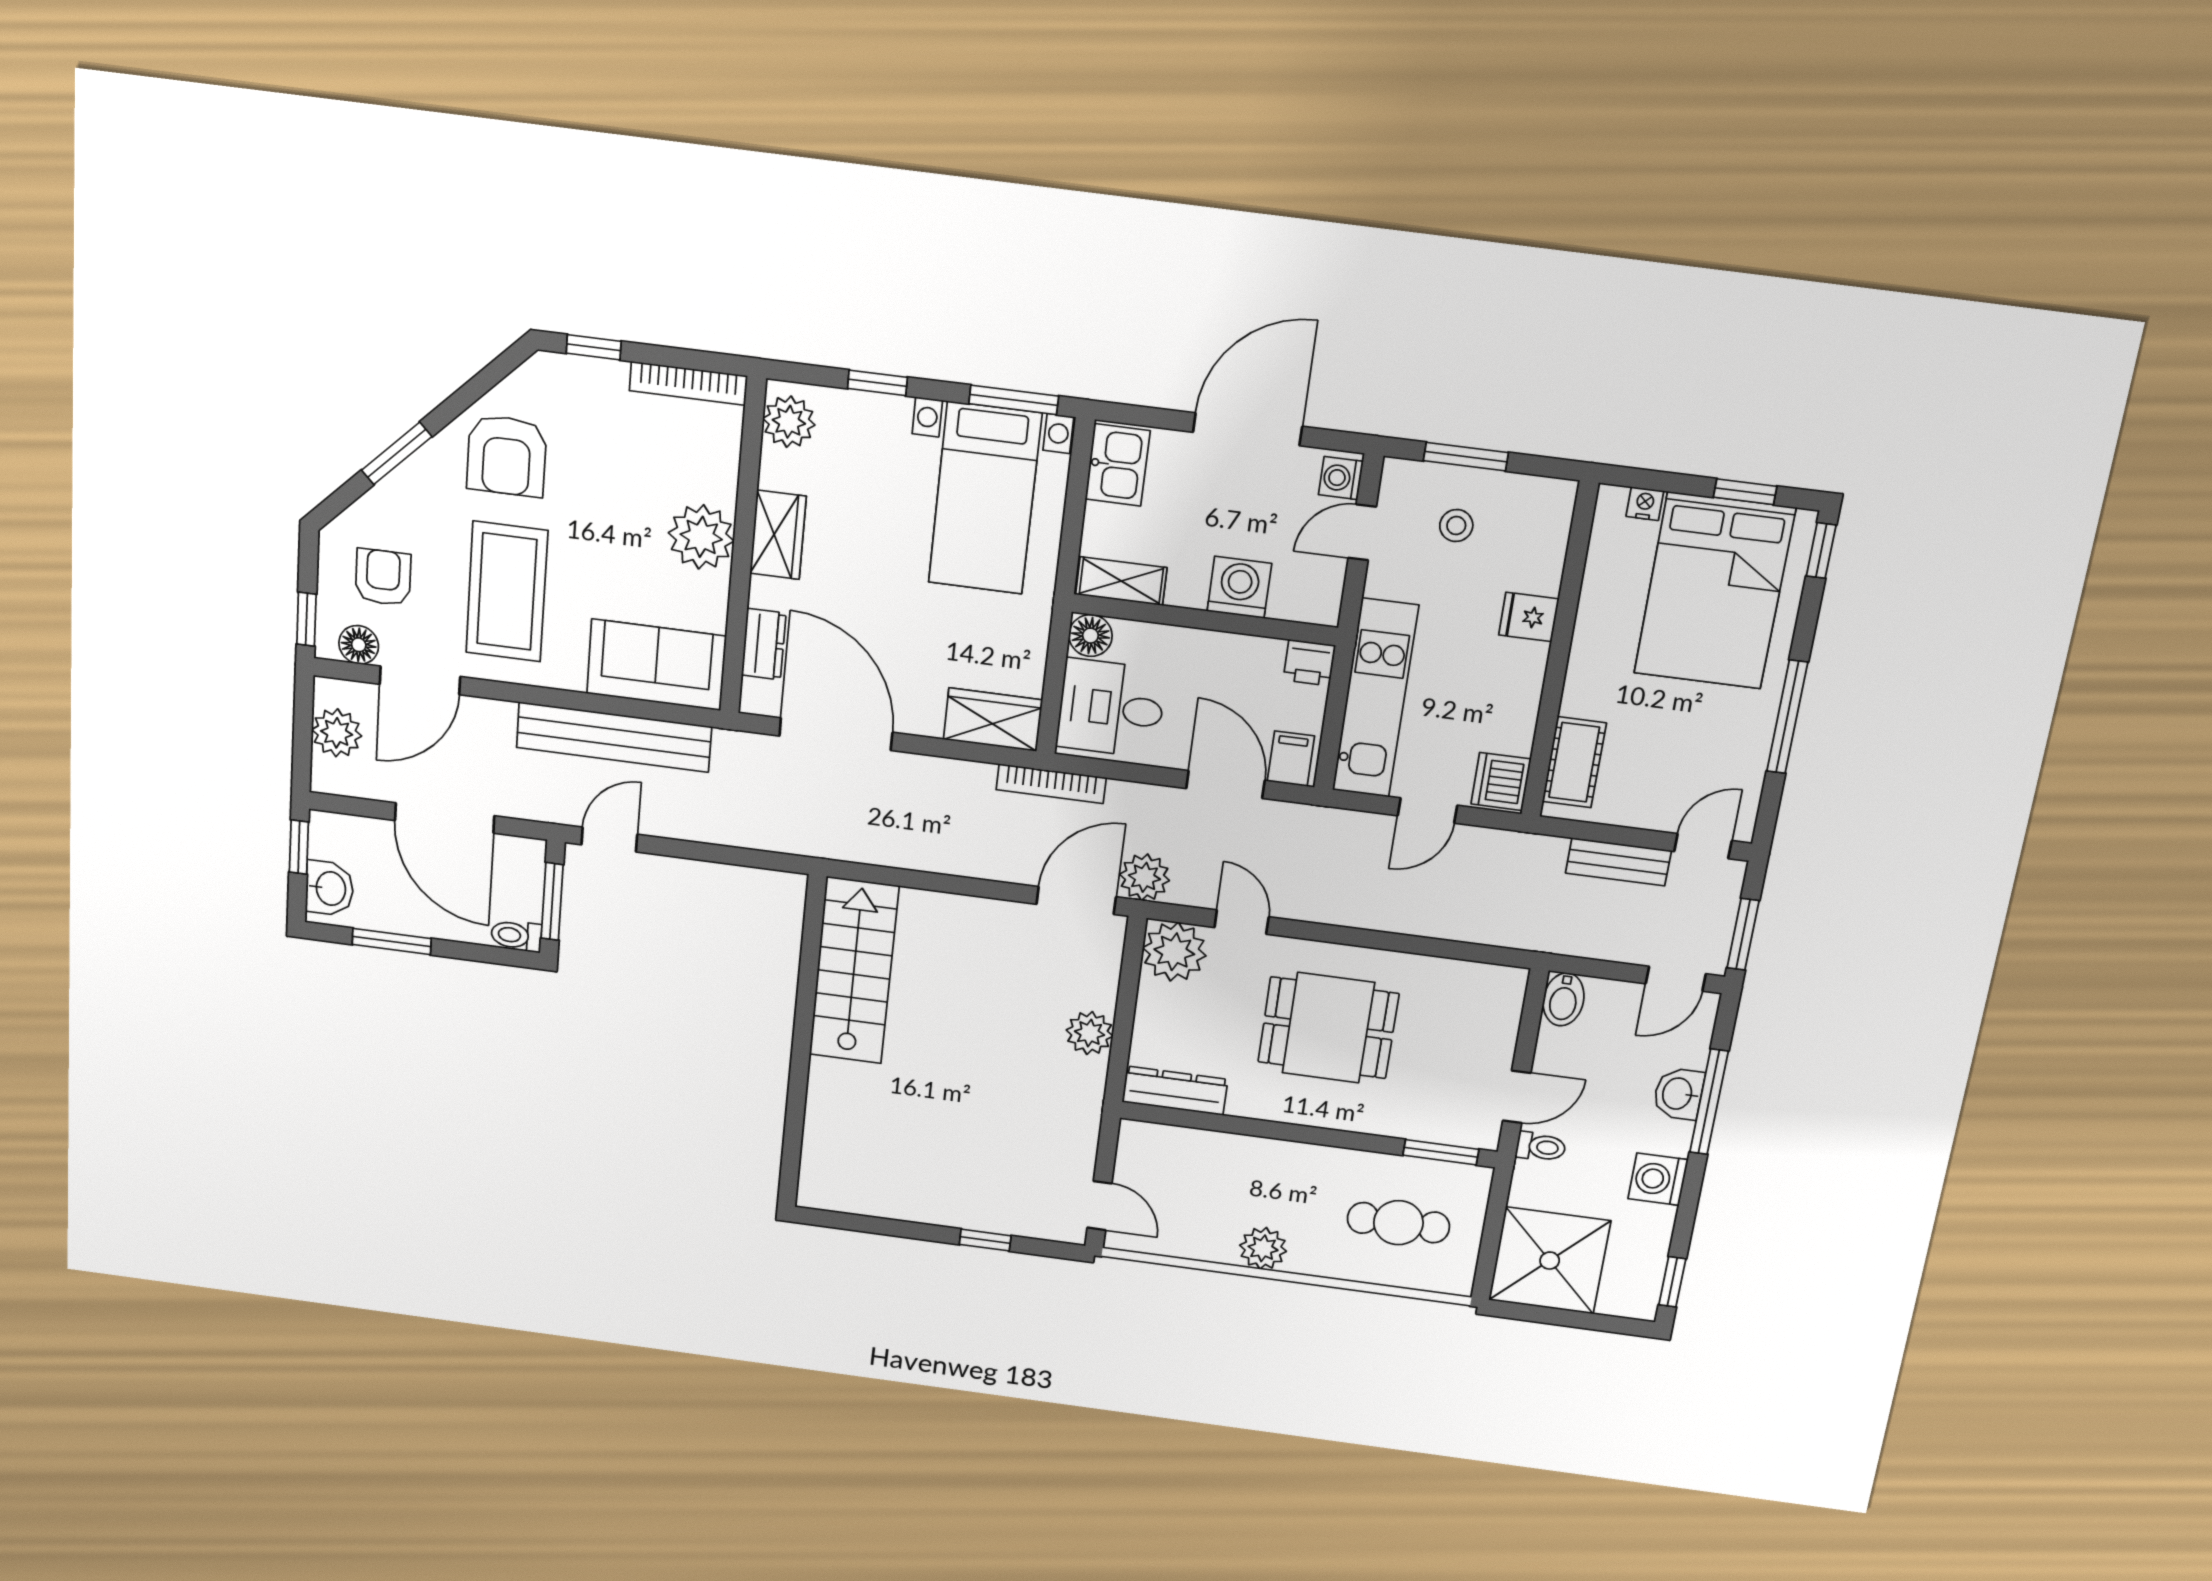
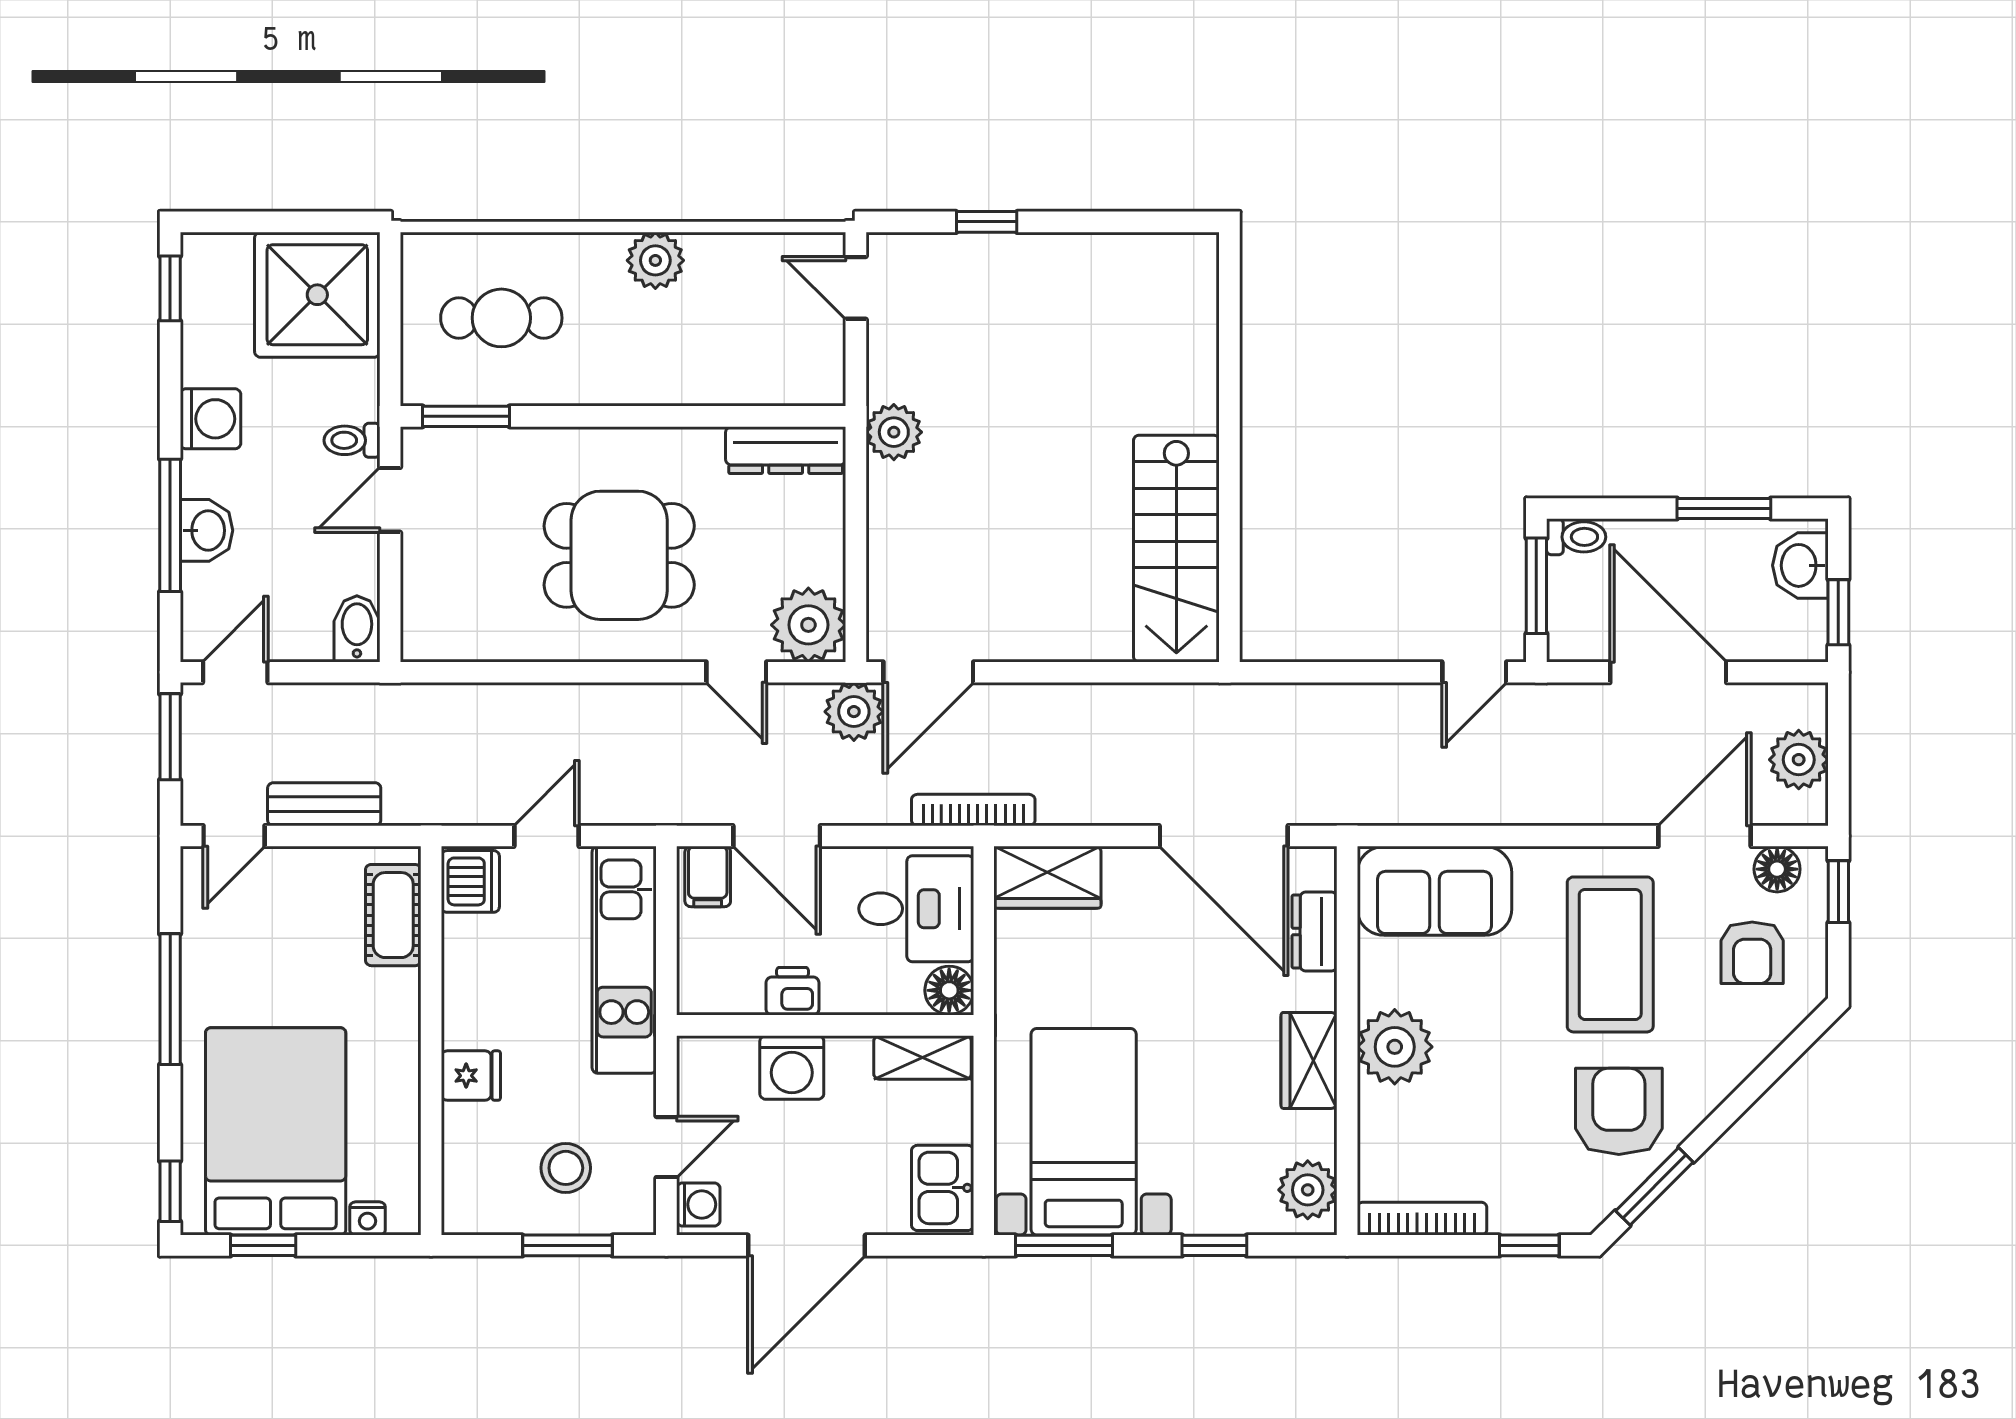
window: (397, 453) -> (1654, 1186), moved
stool: (1456, 526) -> (566, 1168), width x1.37, depth x1.37
printer: (1309, 663) -> (792, 991), moved
bench: (614, 737) -> (1477, 798), removed
plant: (1090, 1033) -> (894, 432), moved

